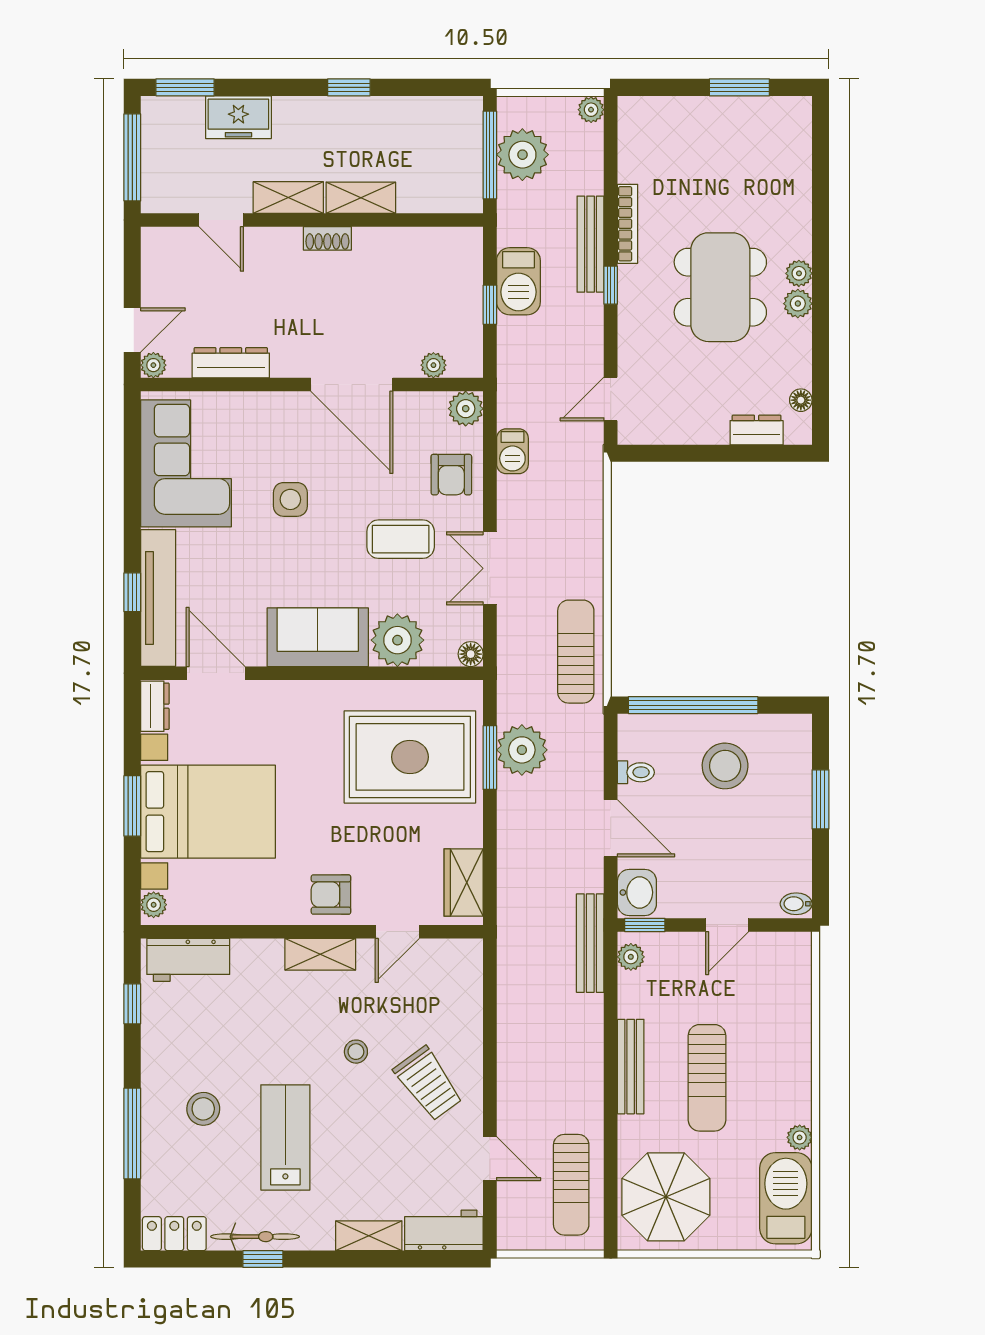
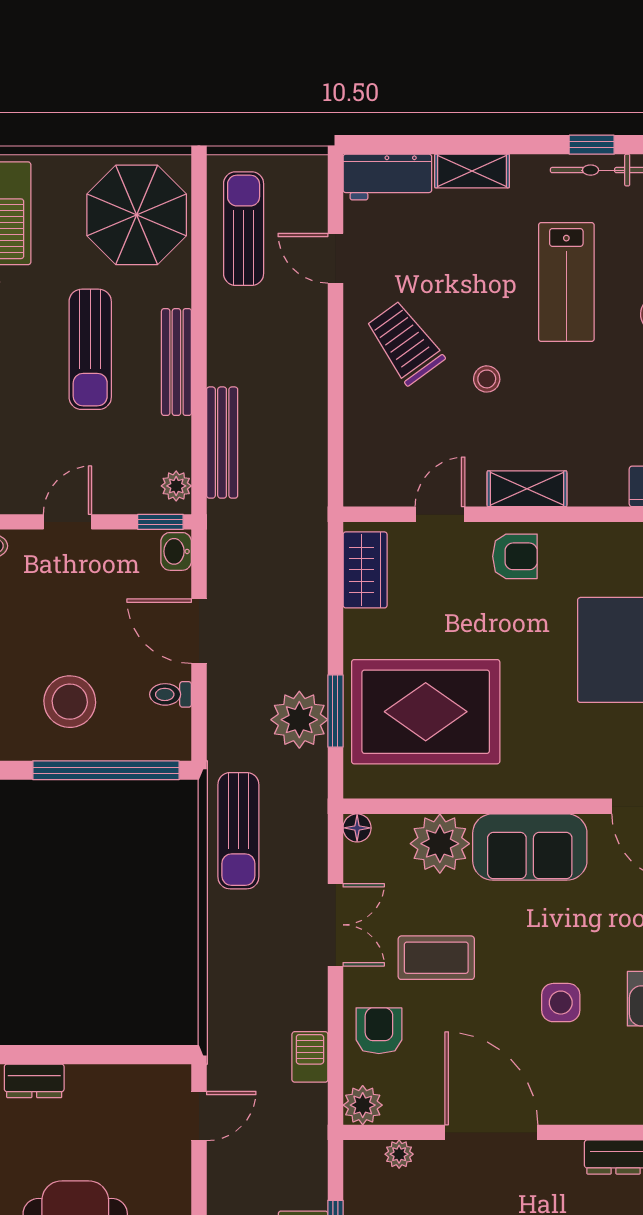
washbasin: (637, 892) -> (176, 551), width x0.72, depth x0.69
bench: (590, 943) -> (222, 443), moved
sun lounger: (707, 1078) -> (90, 349), turned 180

